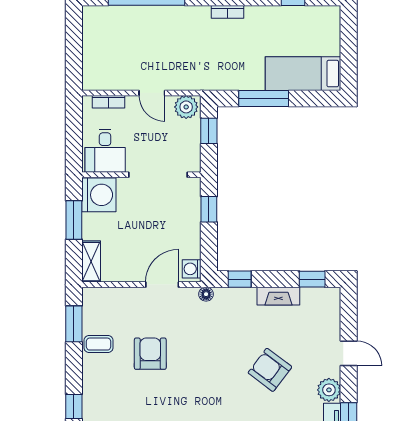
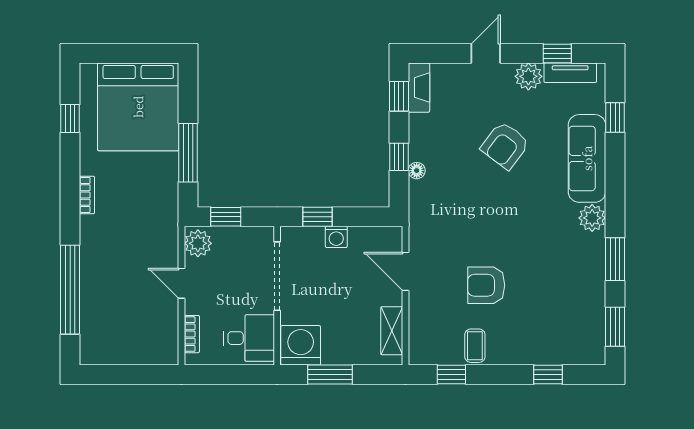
bed: (303, 74) -> (138, 107), width x2.04
door: (152, 93) -> (182, 283), swing flipped
shelving: (91, 262) -> (392, 331), moved, turned 90
washing machine: (192, 269) -> (336, 237), moved
window: (240, 279) -> (399, 157), moved
floor lamp: (206, 294) -> (417, 171), moved
fireplace: (278, 296) -> (419, 88), moved
window: (74, 324) -> (451, 374), width x0.67

